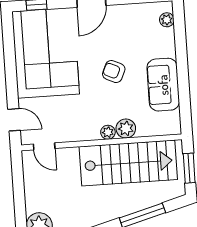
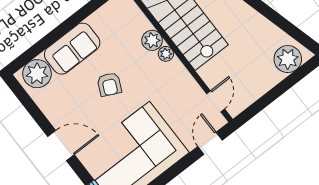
plant: (167, 20) -> (37, 74), width x1.88, depth x1.88
sofa: (163, 85) -> (72, 49), moved

